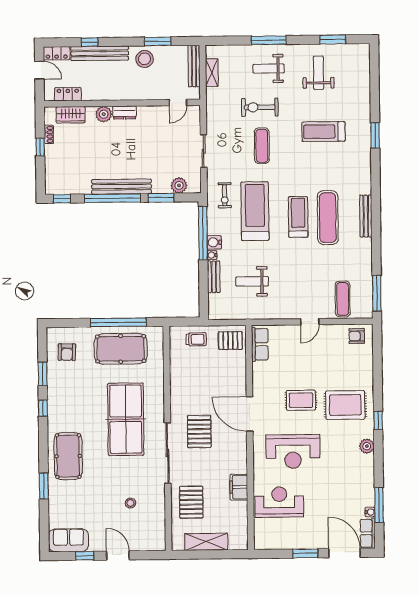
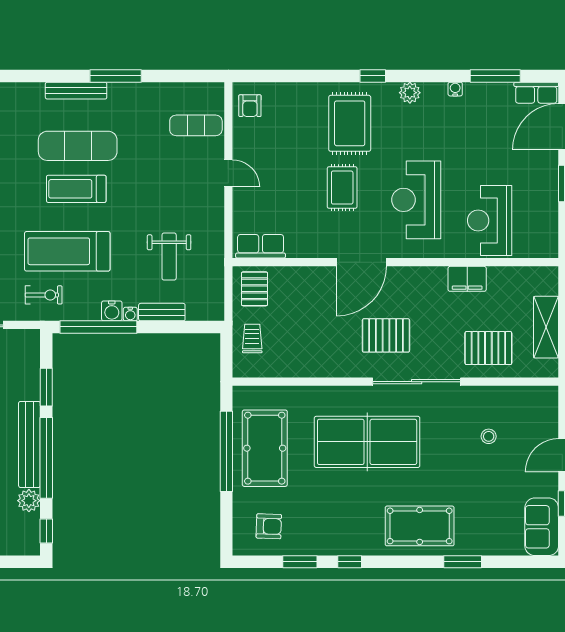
plant: (179, 185) -> (29, 501), moved
window: (377, 293) -> (116, 76), moved
reception desk: (293, 451) -> (416, 200), turned 180
water cooler: (370, 512) -> (455, 89), moved

